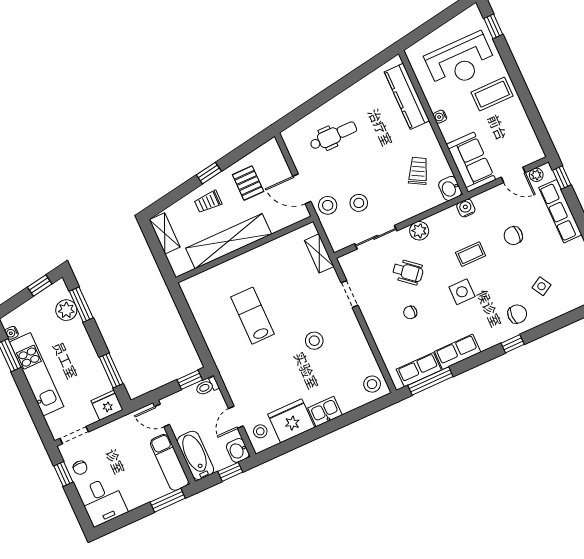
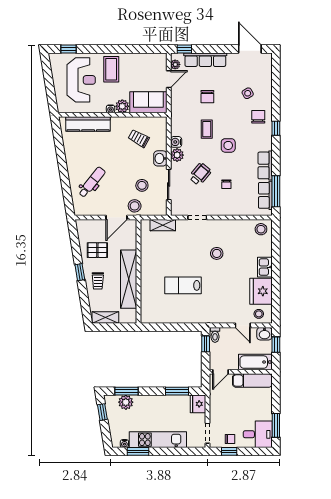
plant: (450, 130) -> (122, 106), added
dental chair: (333, 136) -> (92, 182), turned 38
washbasin: (450, 188) -> (160, 158), moved, turned 90
water cooler: (466, 208) -> (176, 142), moved
window: (168, 500) -> (276, 425), moved

